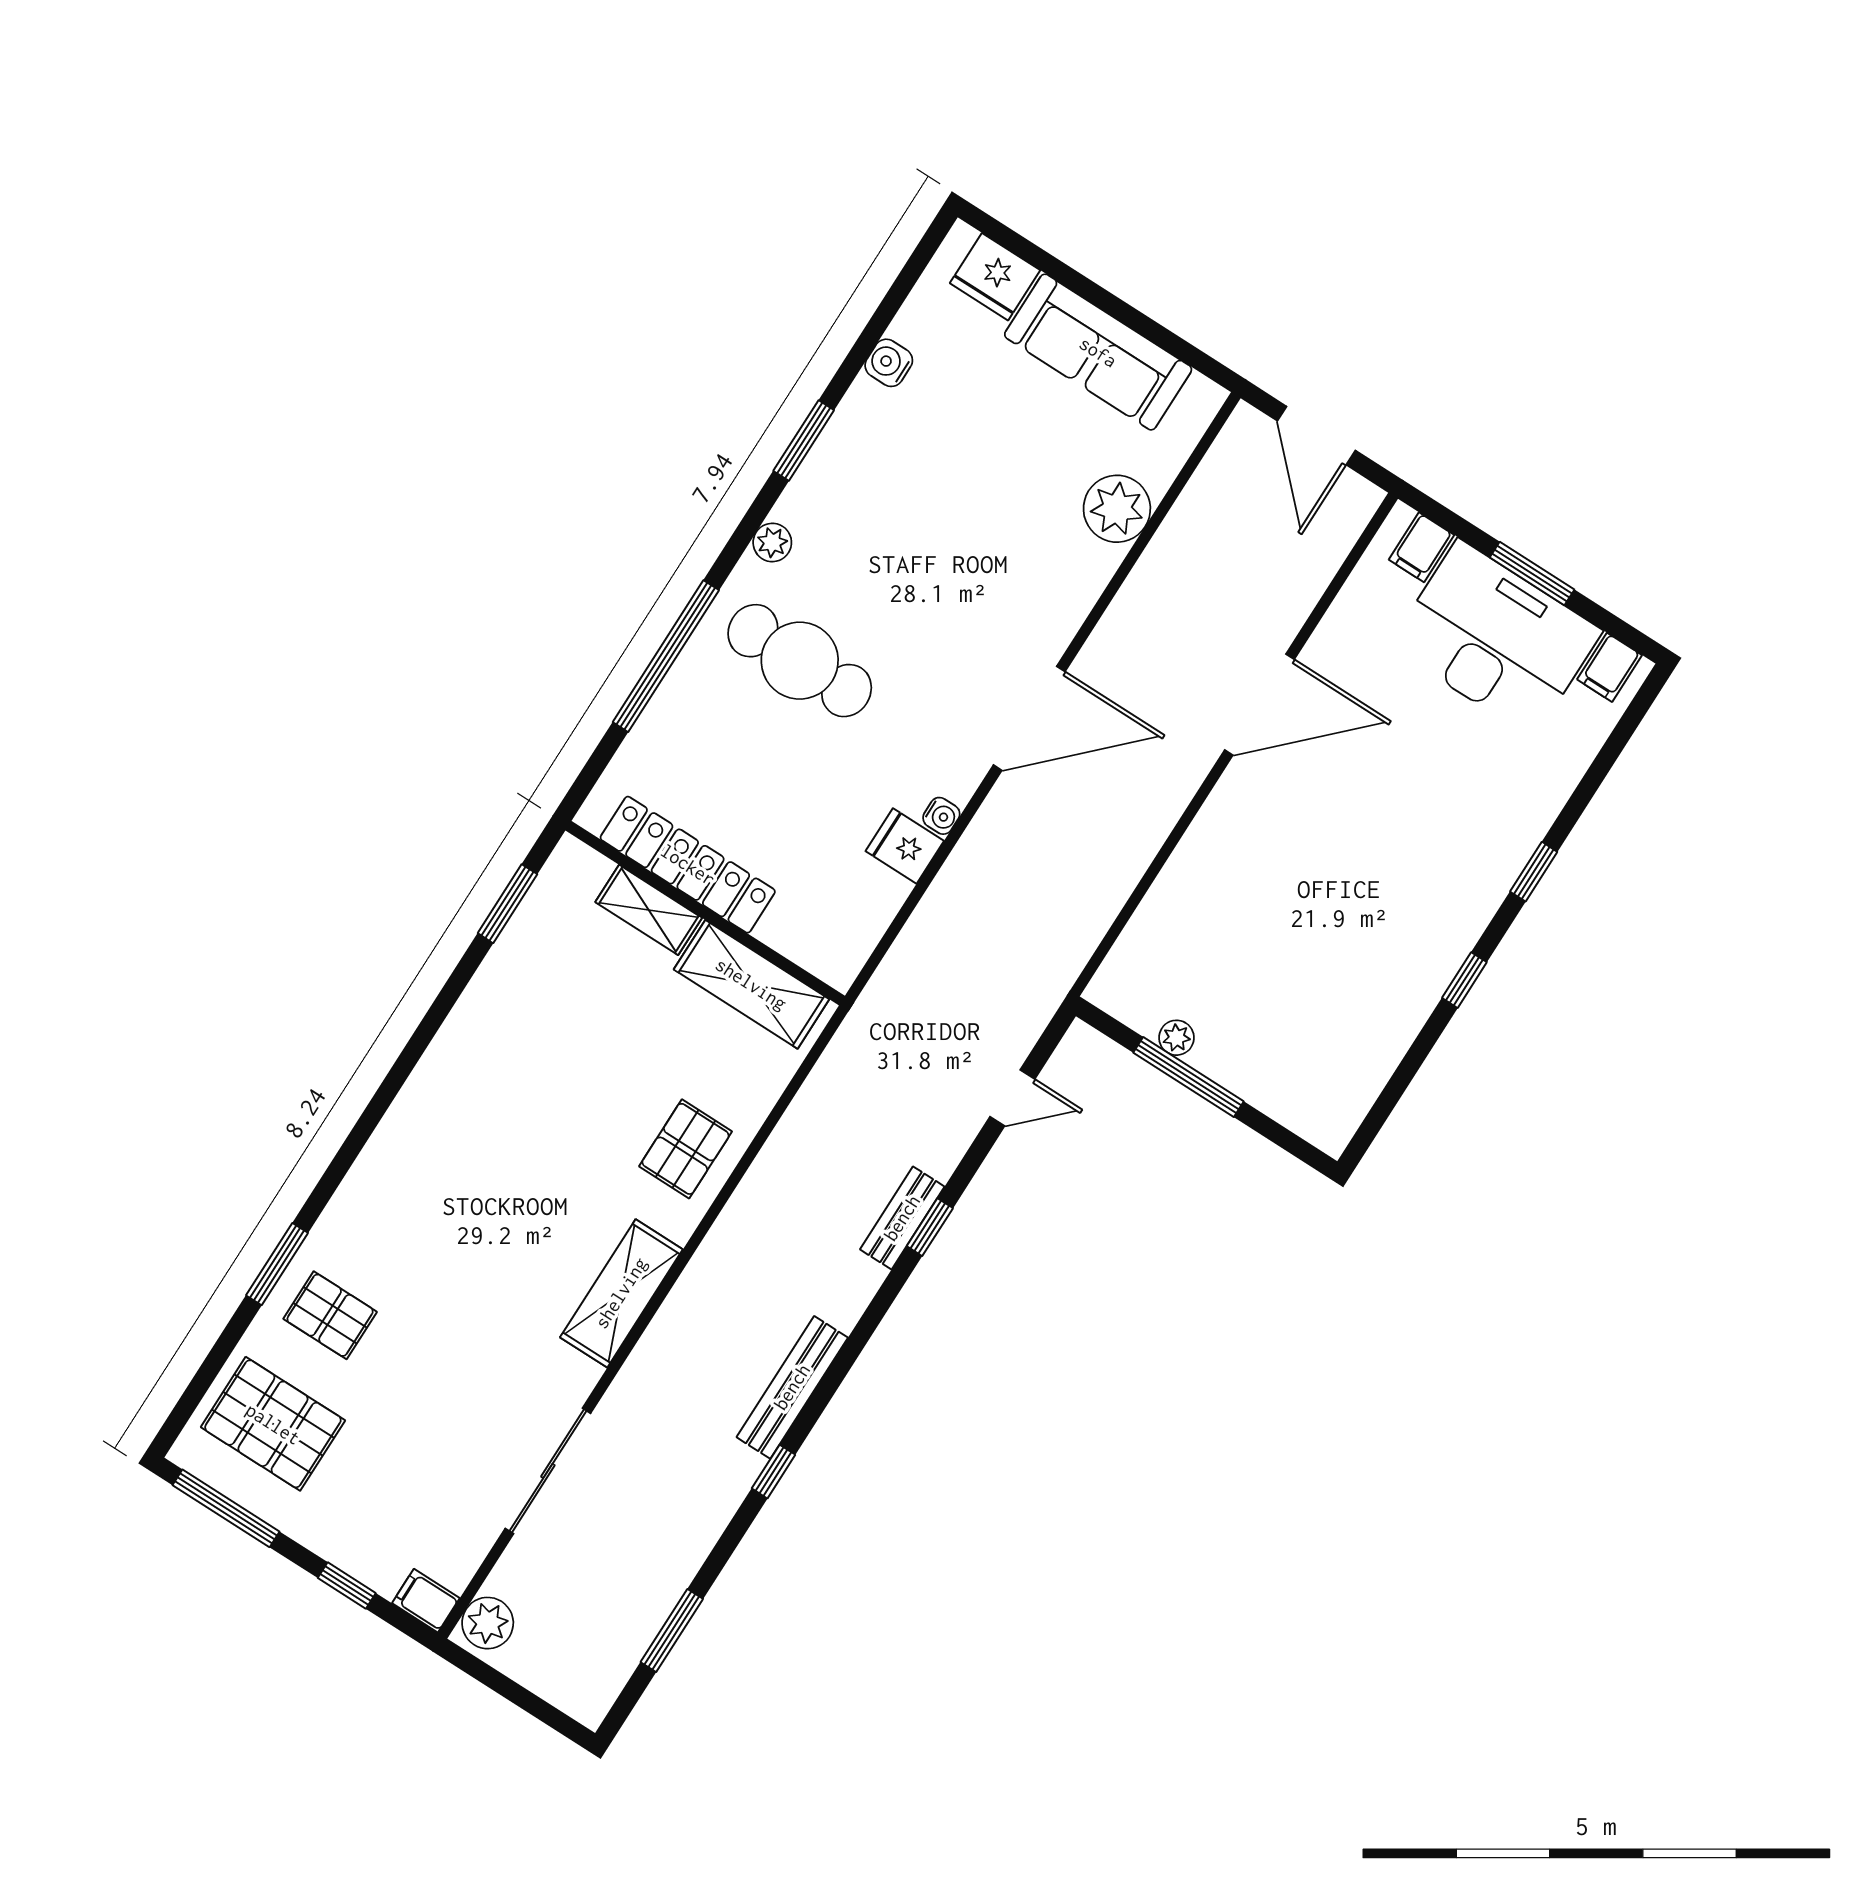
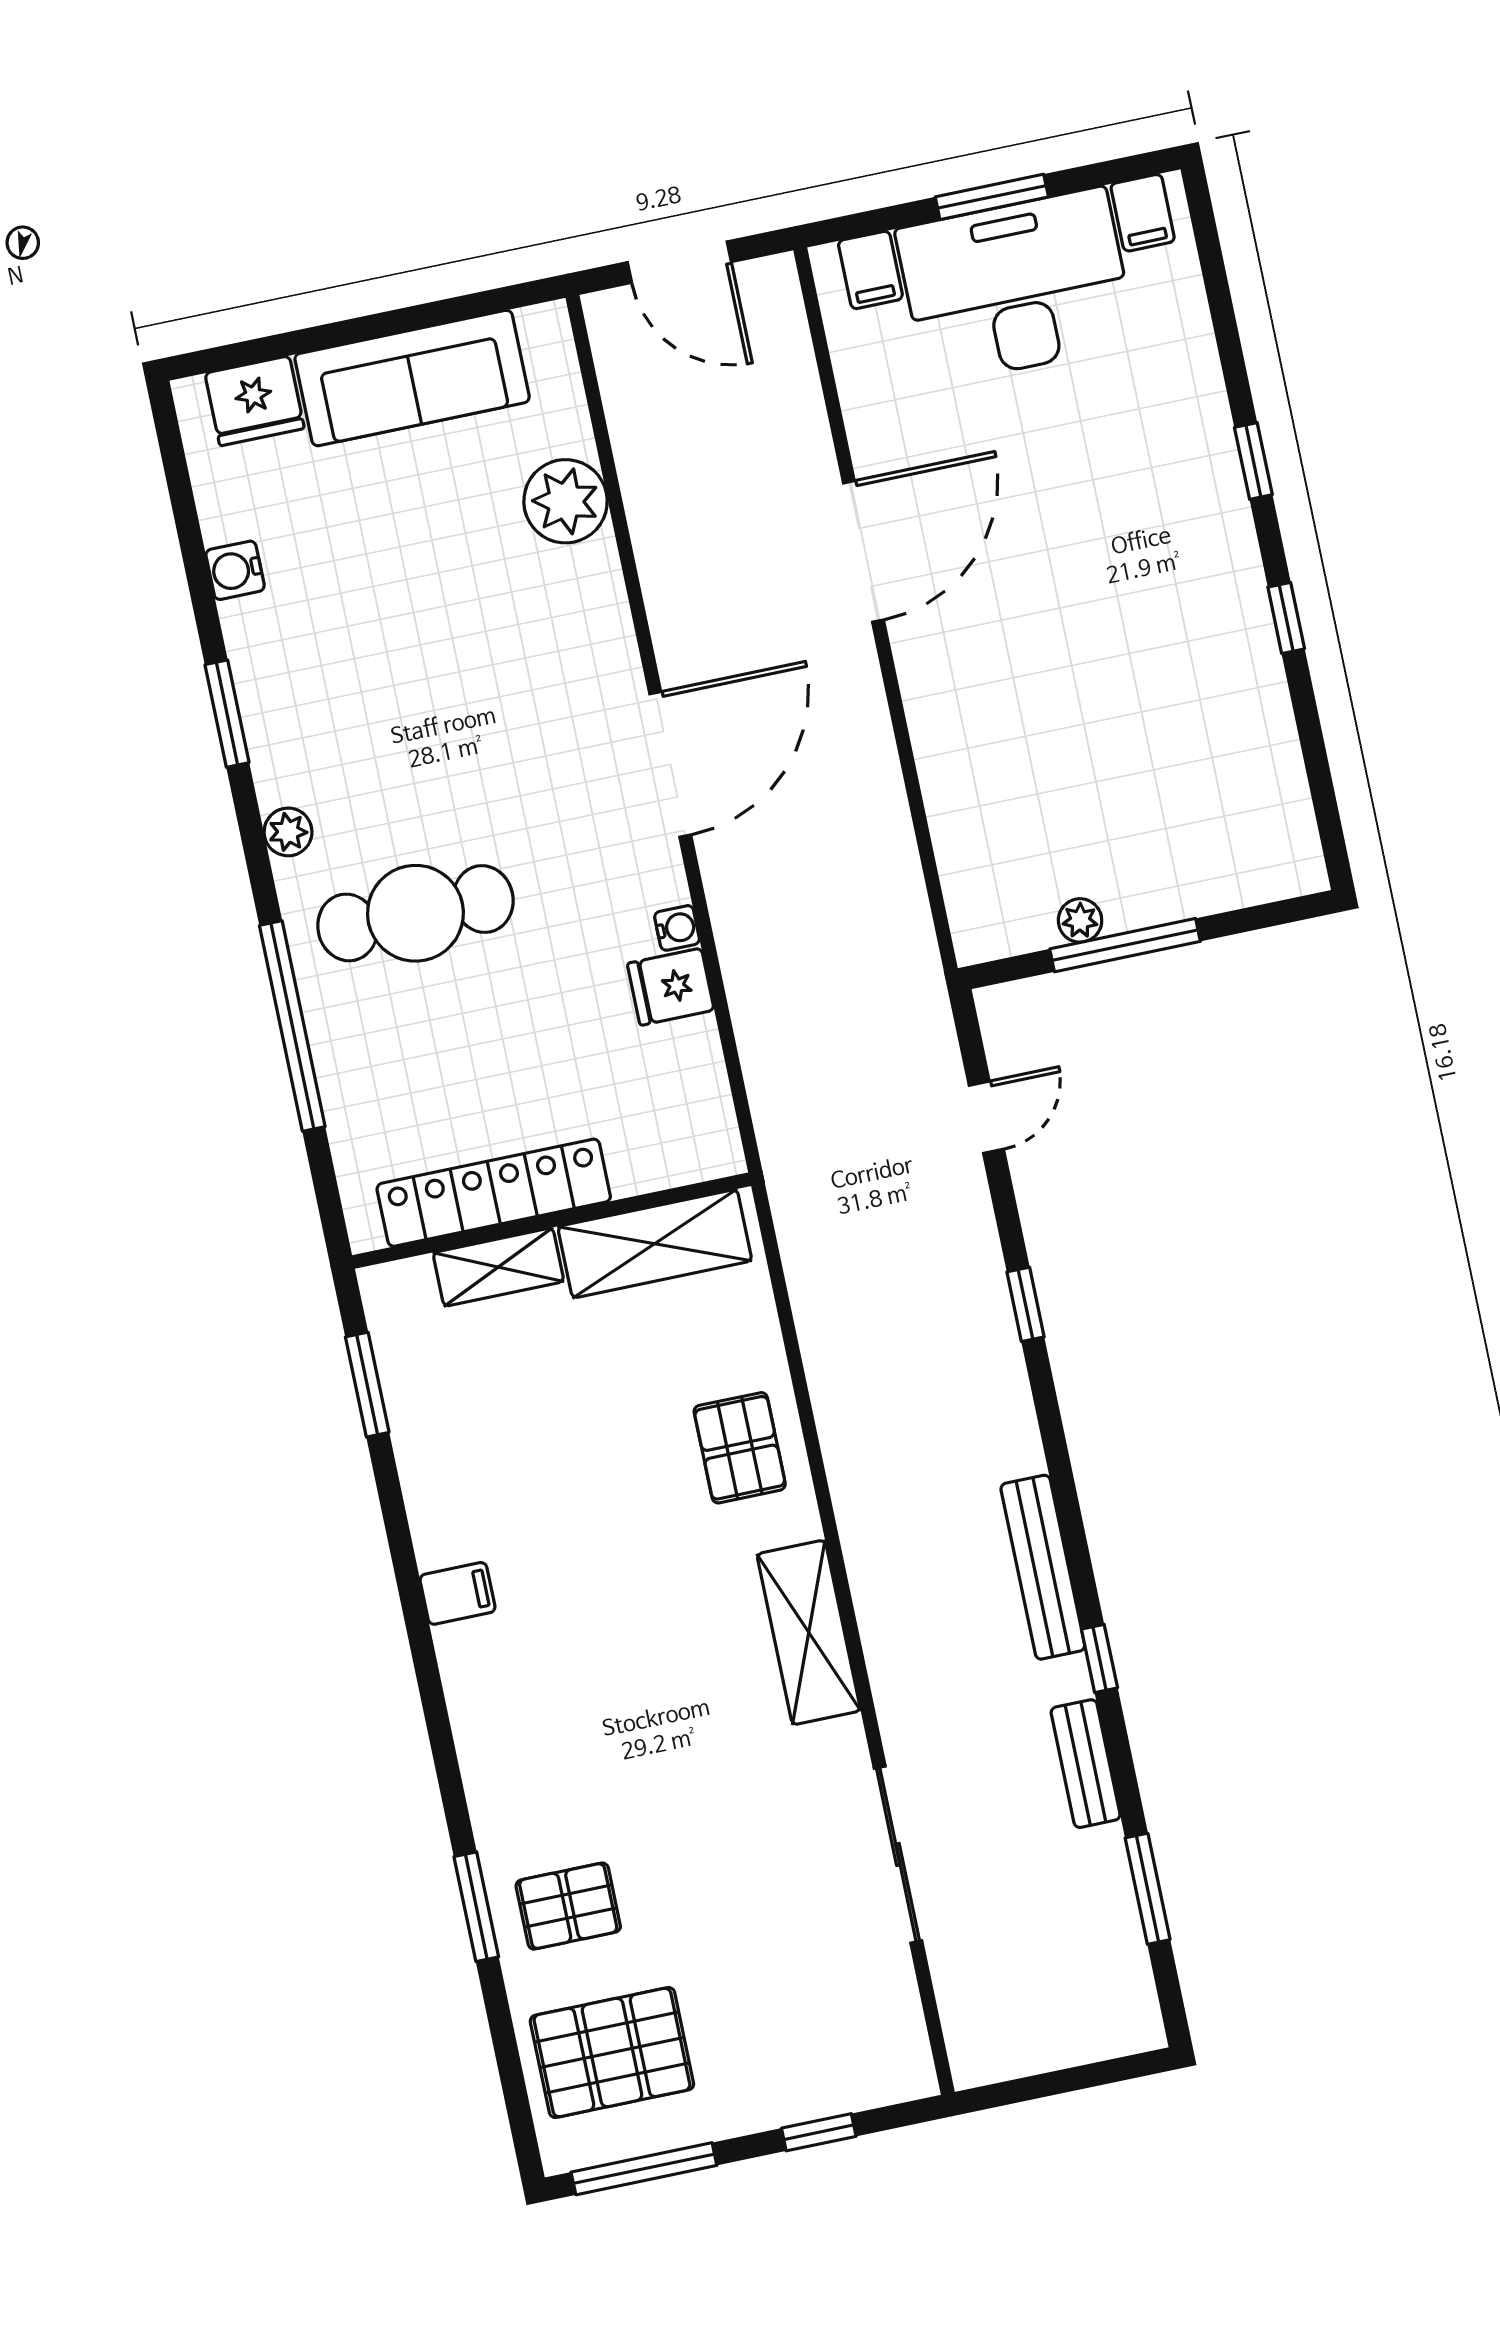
bench: (902, 1218) -> (1086, 1764), moved
filing cabinet: (426, 1601) -> (458, 1593), moved, turned 180
plant: (488, 1623) -> (977, 2043), removed

